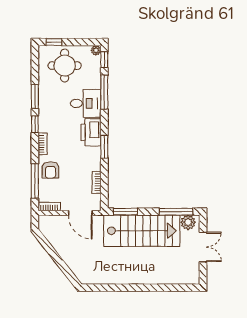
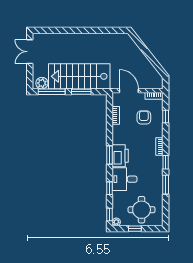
window: (54, 42) -> (135, 229), moved
window: (104, 92) -> (110, 188), width x0.46
window: (104, 147) -> (110, 155), moved
armchair: (50, 170) -> (144, 117), moved
window: (35, 181) -> (166, 116), width x0.46
window: (125, 212) -> (81, 92), moved
double door: (203, 247) -> (30, 52), moved

